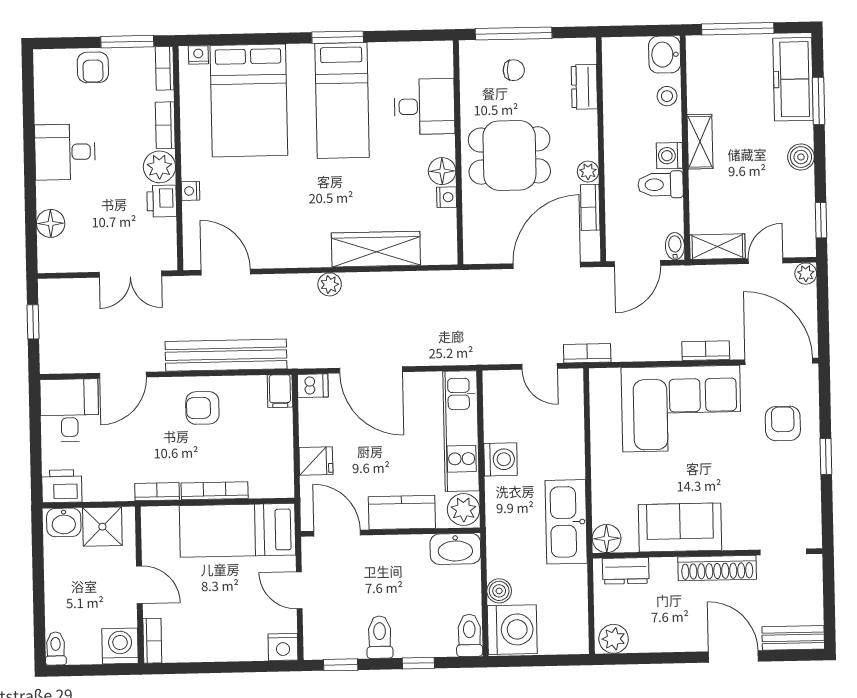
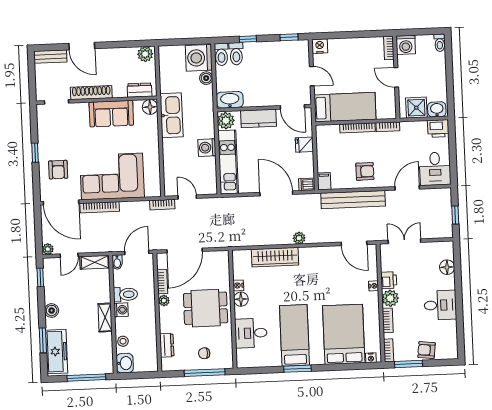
armchair: (93, 67) -> (426, 350), turned -83
bookcase: (706, 351) -> (100, 207), width x1.56
toilet: (380, 637) -> (236, 54), moved

